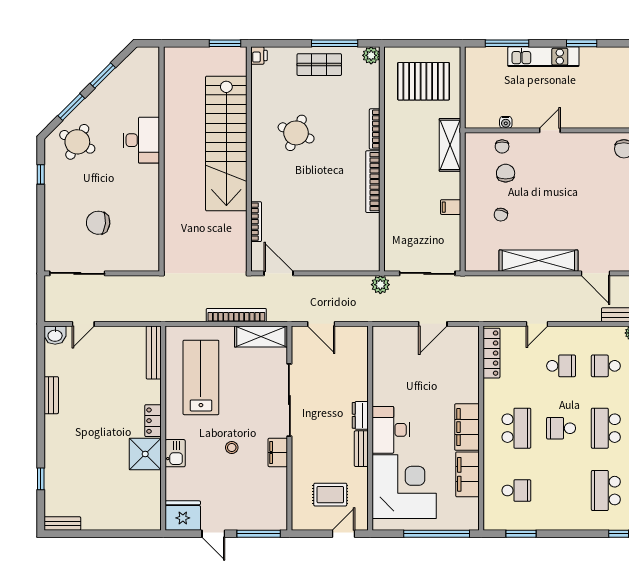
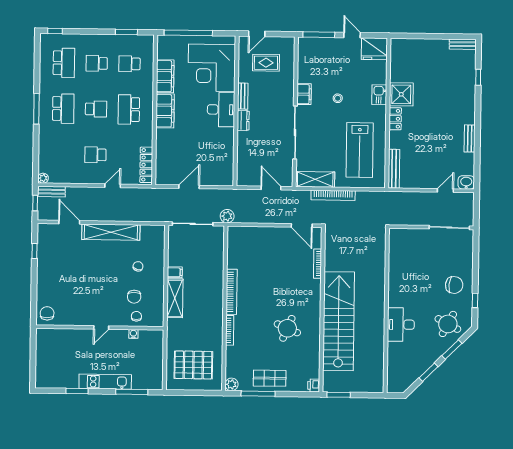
shelving: (450, 145) -> (175, 298), moved
chair: (98, 223) -> (454, 285), moved
school desk: (606, 366) -> (97, 63), moved, turned 180

